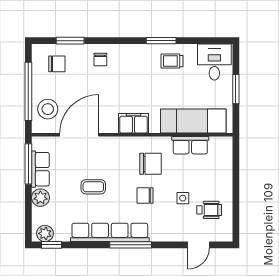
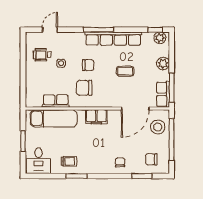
row of seats: (40, 169) -> (163, 94), moved

